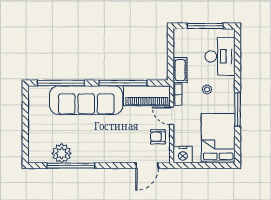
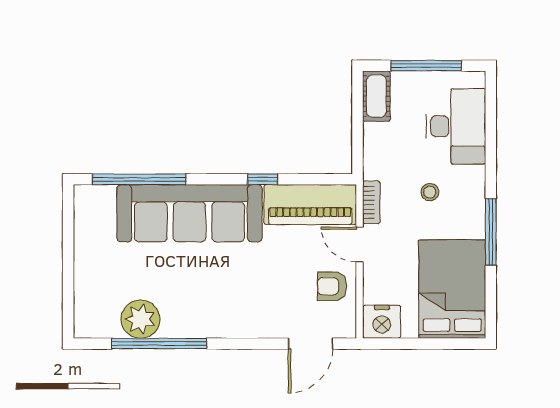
cot: (180, 70) -> (376, 96), moved
window: (123, 83) -> (263, 179), width x0.32

